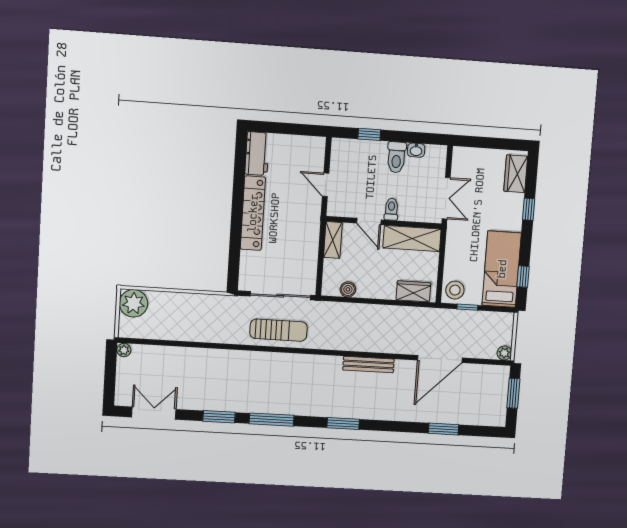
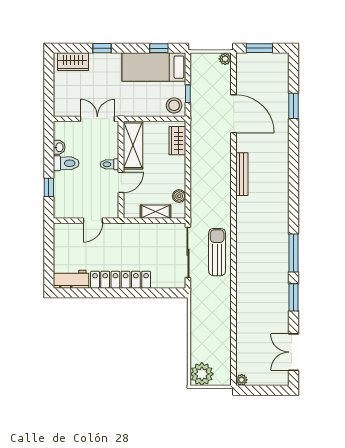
shelving: (333, 240) -> (156, 212), moved
window: (343, 423) -> (294, 192), removed

